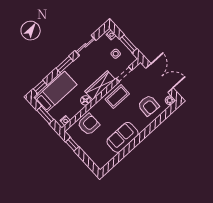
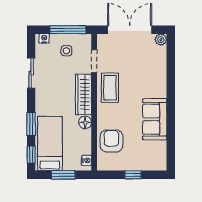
window: (128, 44) -> (68, 30), width x1.44
window: (65, 65) -> (31, 124), moved
armchair: (148, 106) -> (147, 65), removed
window: (72, 144) -> (133, 175), moved

